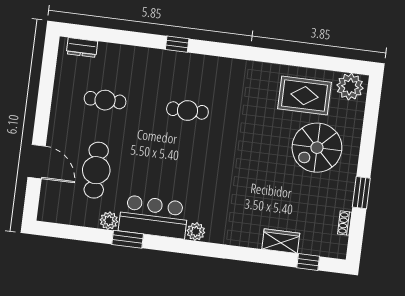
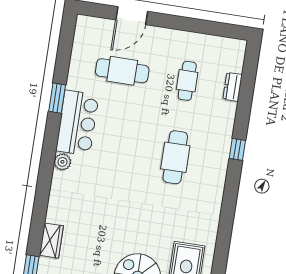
dresser: (82, 48) -> (233, 87), moved
cafe table: (187, 111) -> (175, 157), width x1.37, depth x1.35
plant: (109, 221) -> (75, 81), removed

